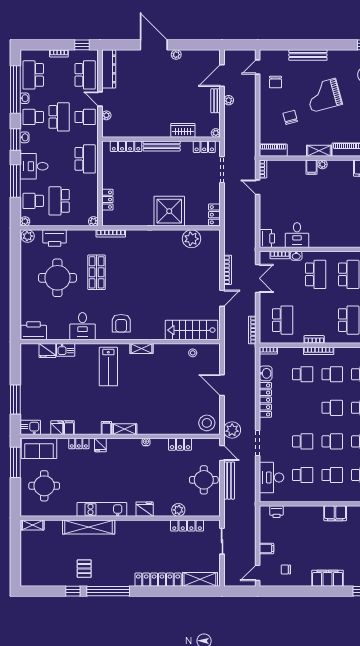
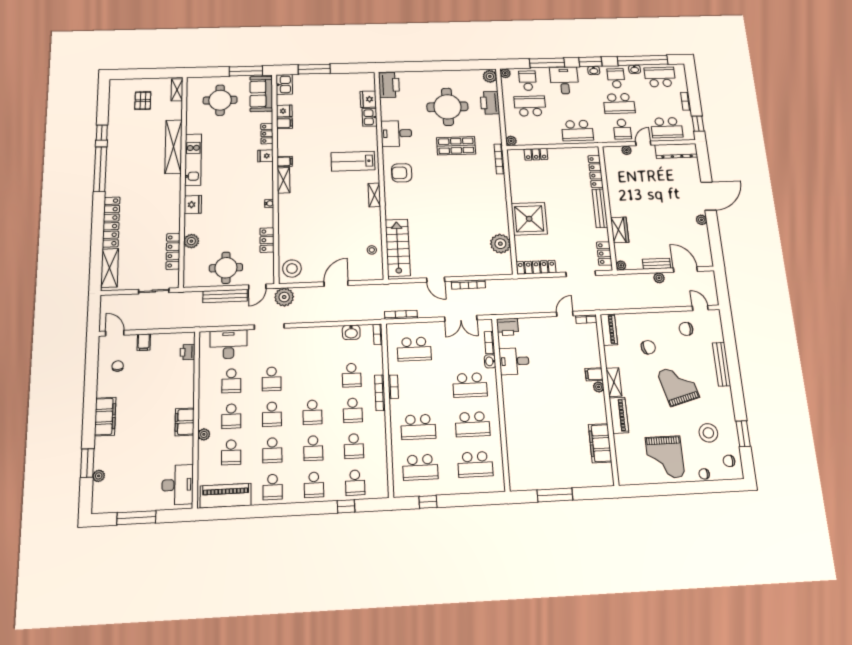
locker: (214, 215) -> (536, 267), width x1.53
locker: (265, 400) -> (320, 333), removed
plant: (346, 497) -> (204, 434), added
pallet: (84, 569) -> (143, 101), moved, turned 90

